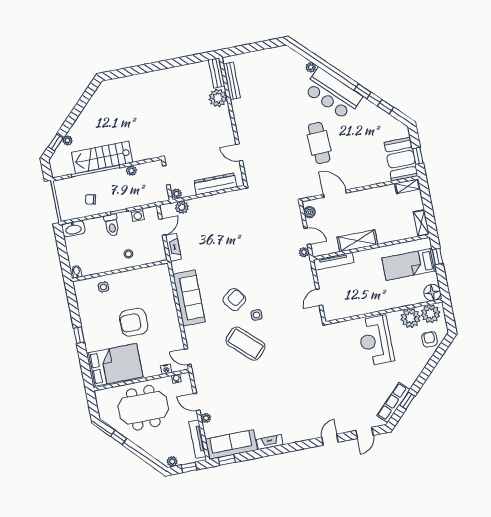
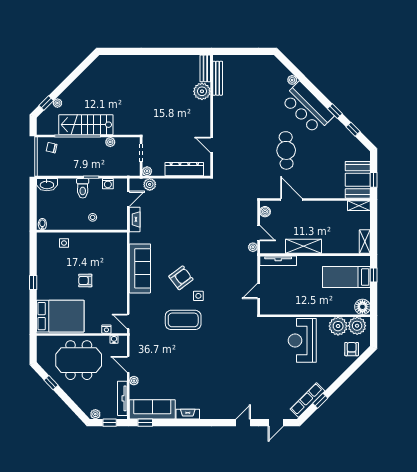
chair: (91, 199) -> (52, 148), moved
armchair: (134, 322) -> (85, 281), width x0.53, depth x0.53
coffee table: (245, 344) -> (183, 320), turned -43

